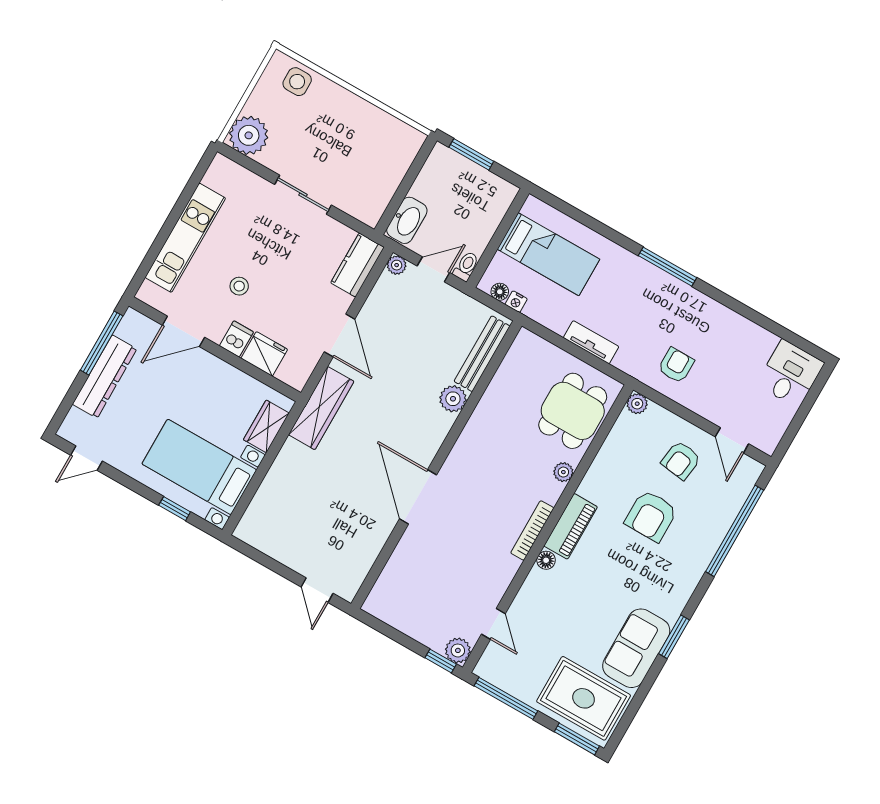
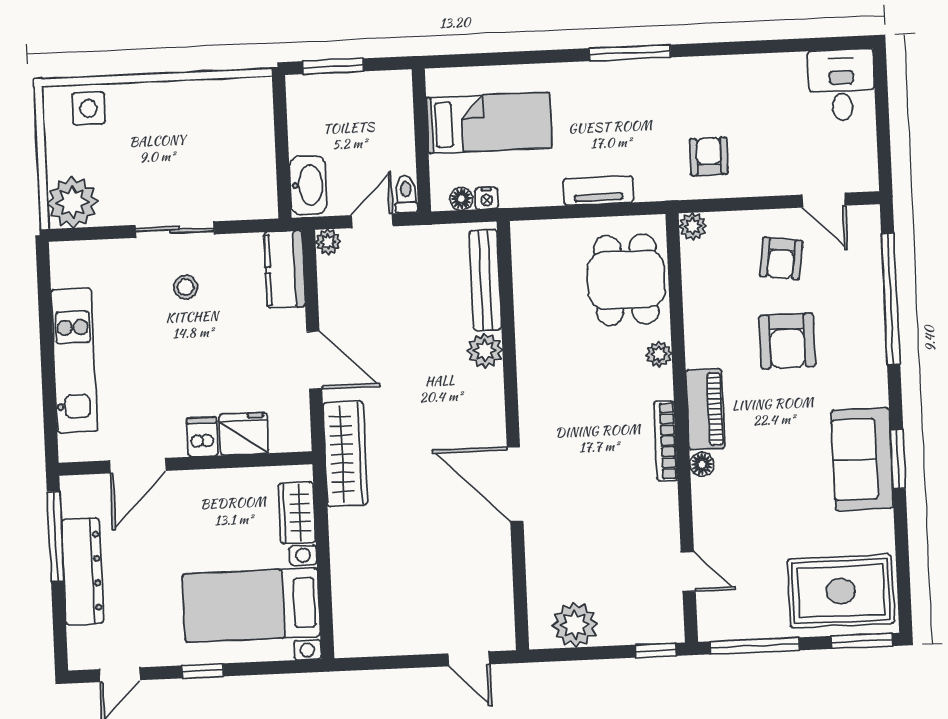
stool: (239, 286) -> (186, 287), moved
window: (175, 509) -> (203, 671), moved
sofa: (636, 648) -> (862, 459), moved
plant: (458, 650) -> (575, 625), moved, width x1.36, depth x1.36

